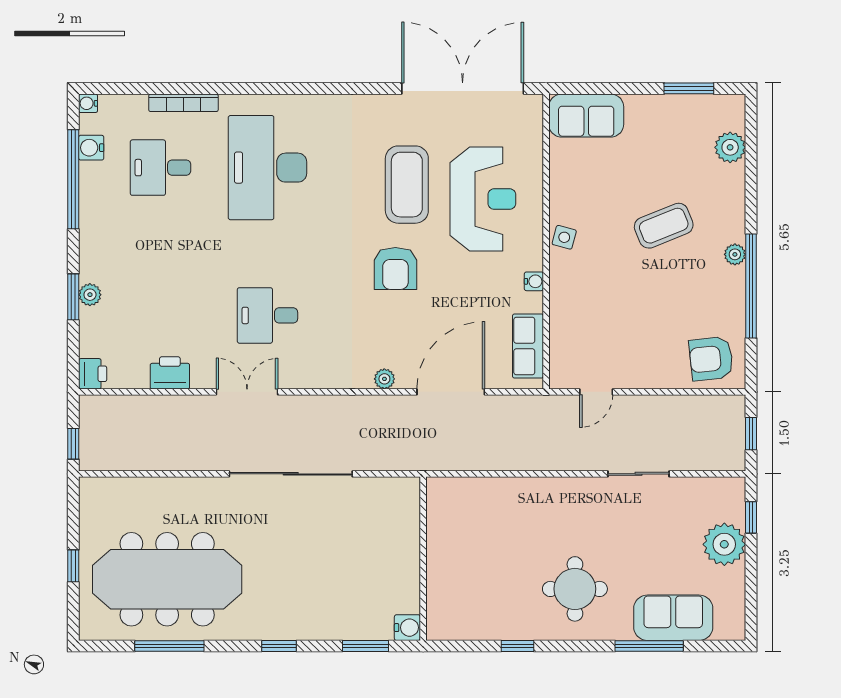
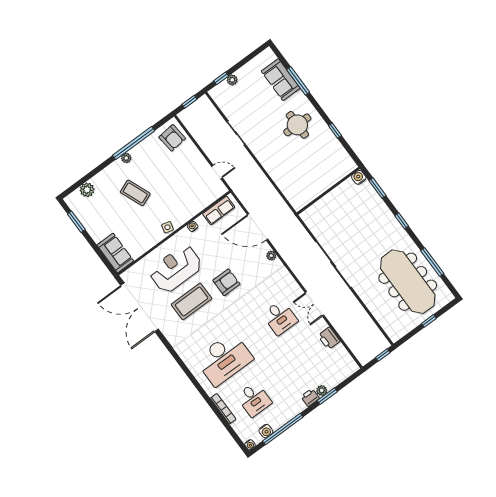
printer: (93, 374) -> (310, 397), moved
plant: (724, 544) -> (232, 80), width x0.53, depth x0.53

